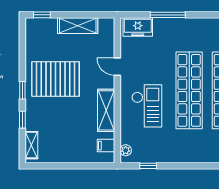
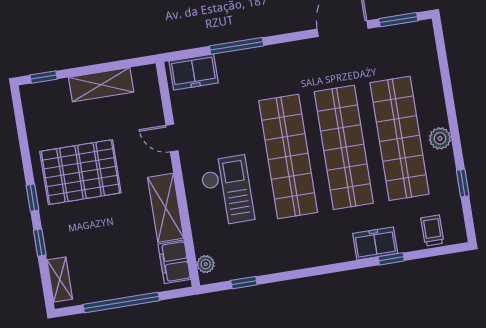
filing cabinet: (106, 146) -> (174, 262), width x2.00
window: (68, 166) -> (121, 302), added

